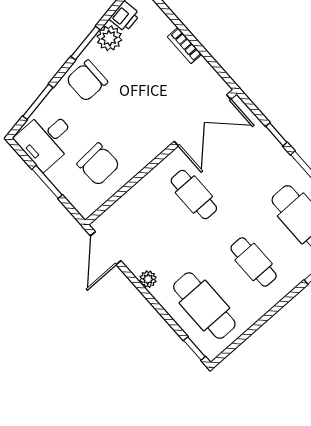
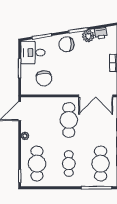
cafe table: (194, 195) -> (69, 120), width x1.37, depth x1.35

